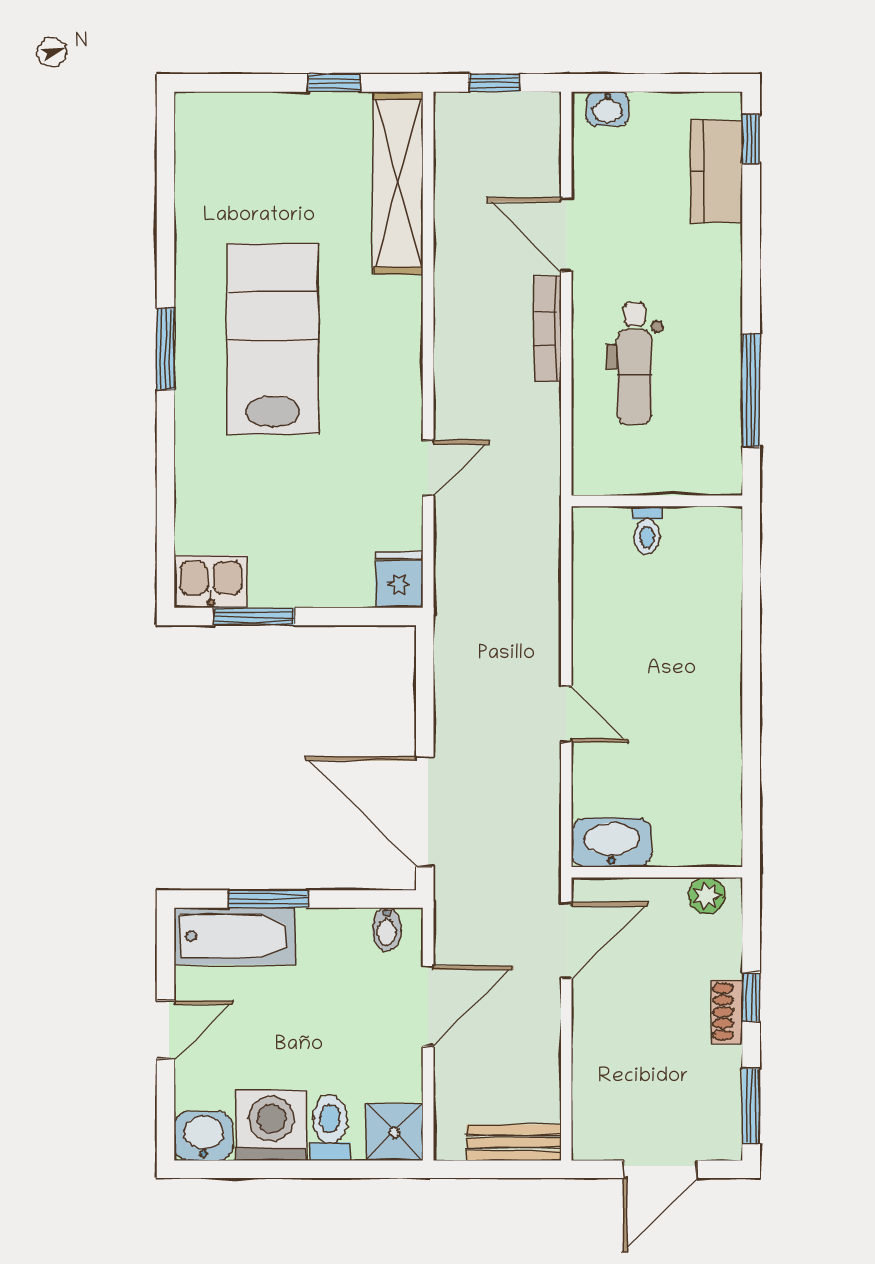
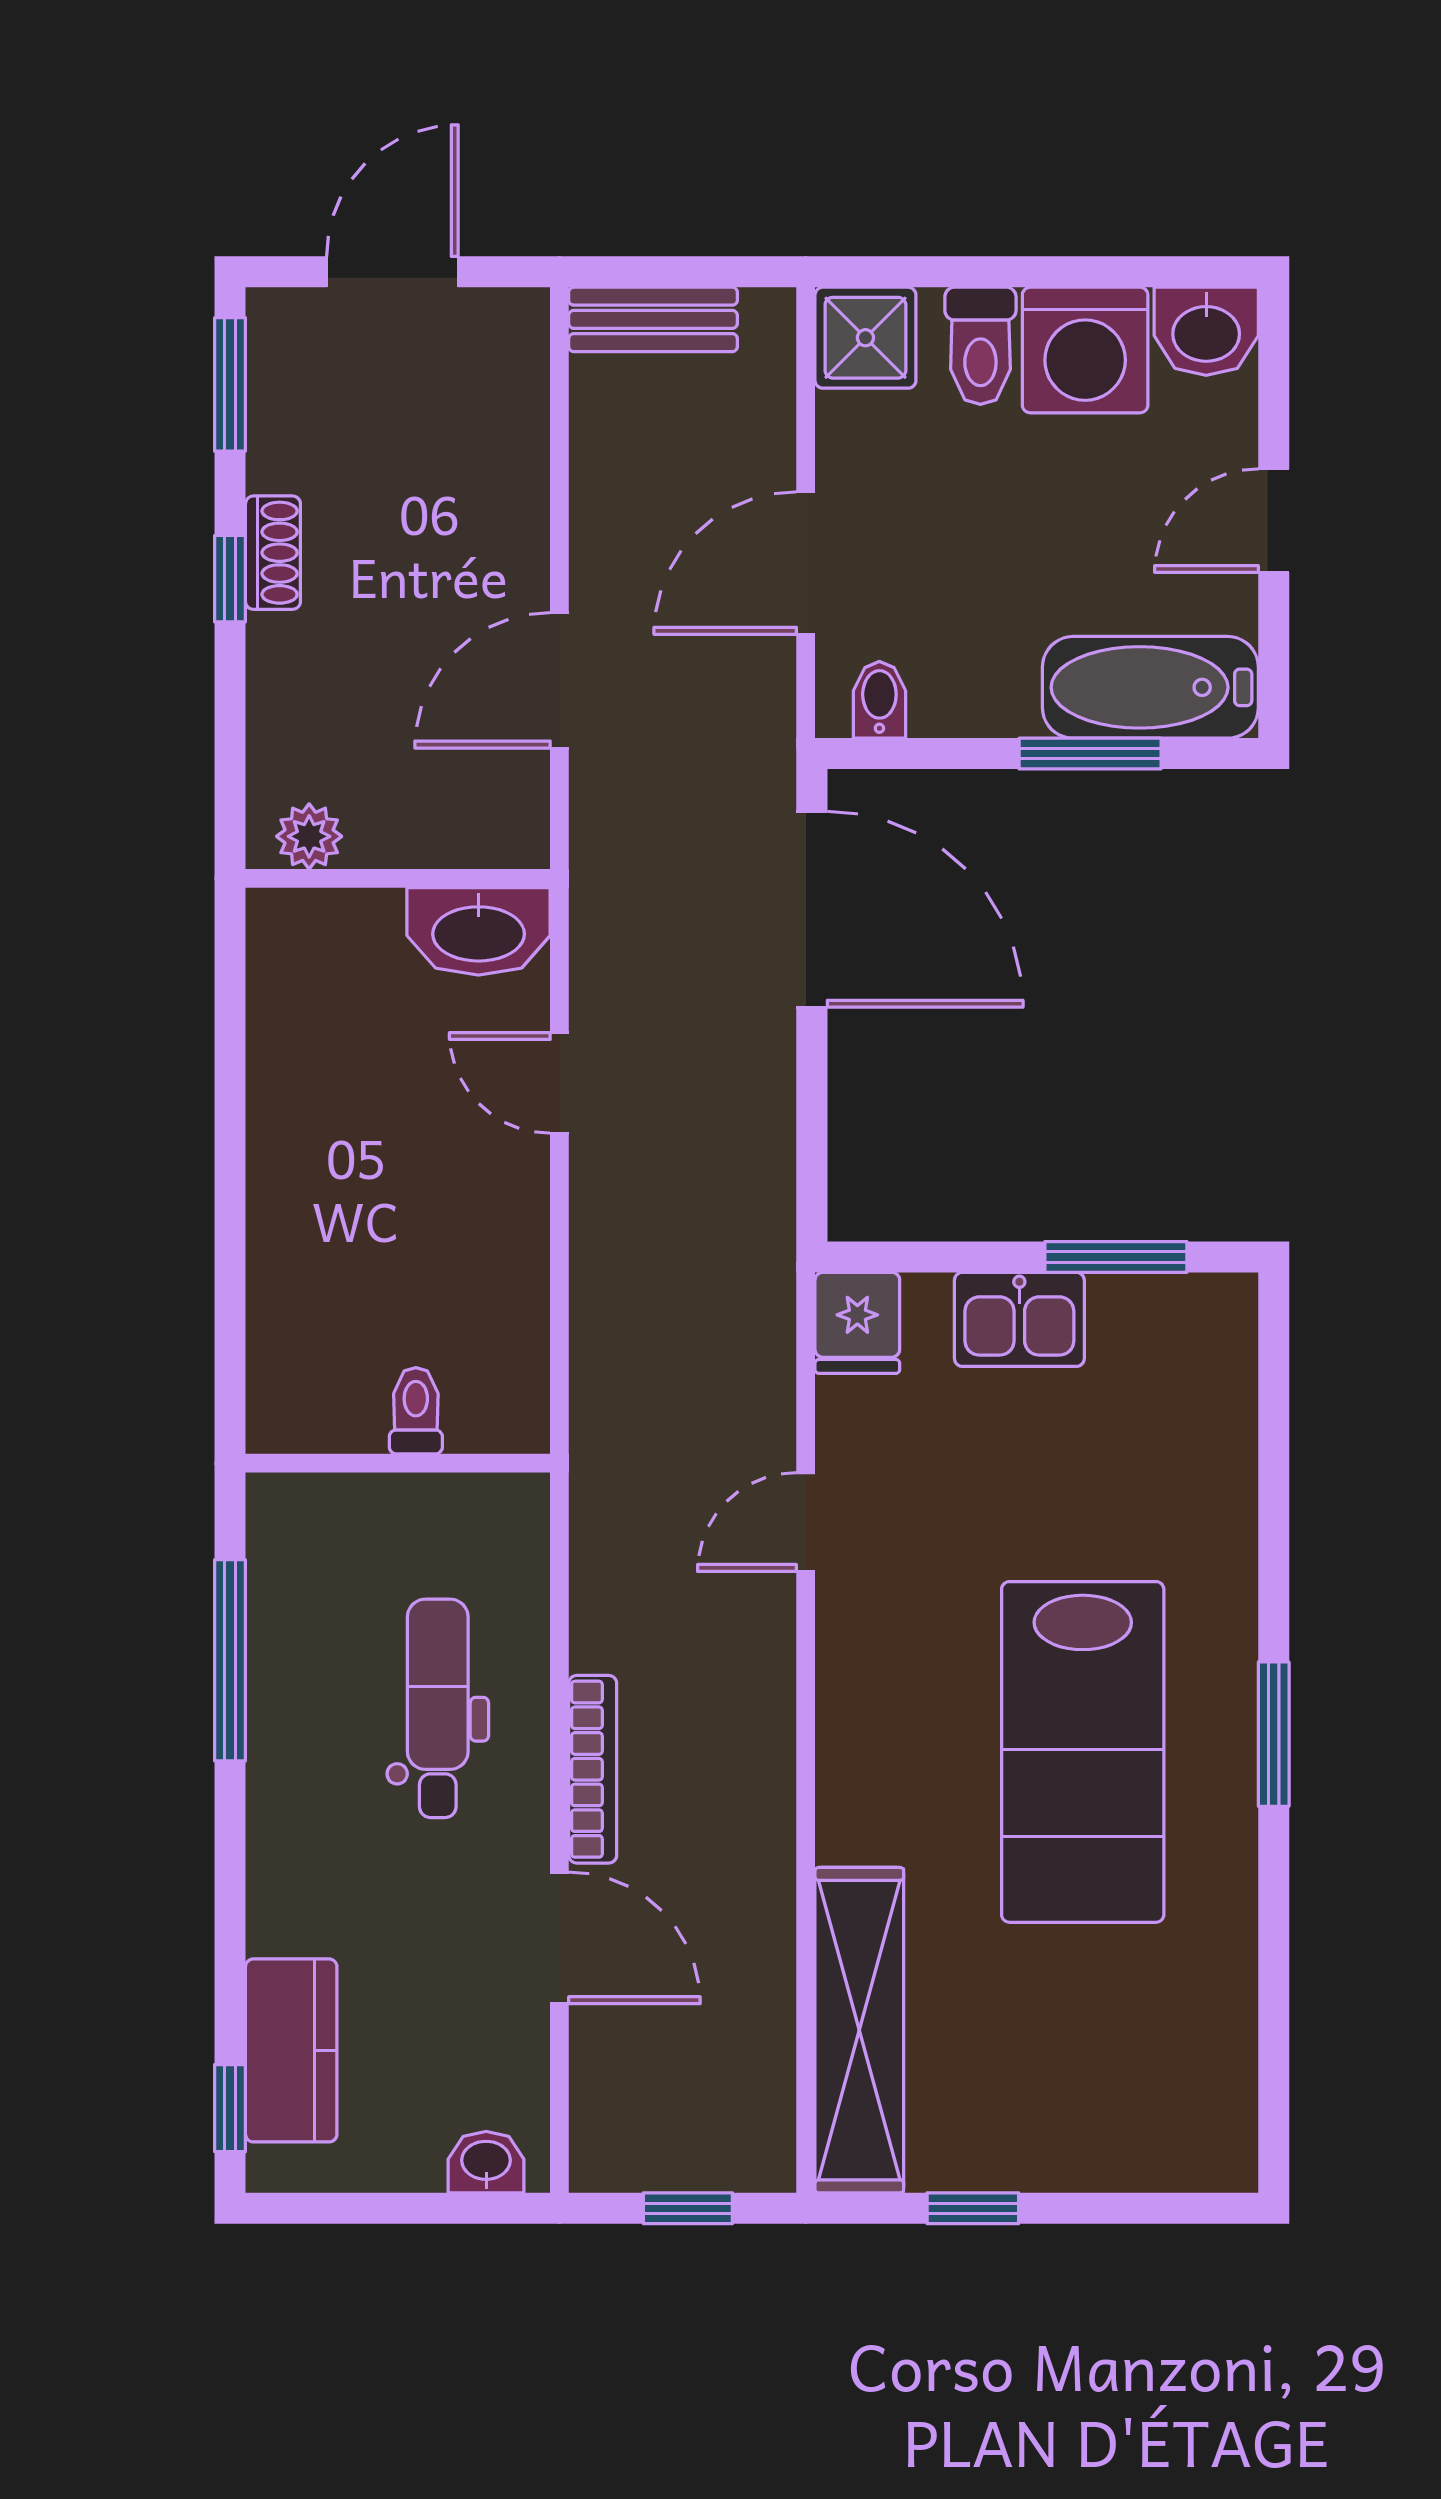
kitchen sink: (211, 582) -> (1019, 1319), moved
washbasin: (612, 842) -> (479, 931), moved
wall: (657, 872) -> (398, 878), moved
plant: (707, 896) -> (309, 836), moved

